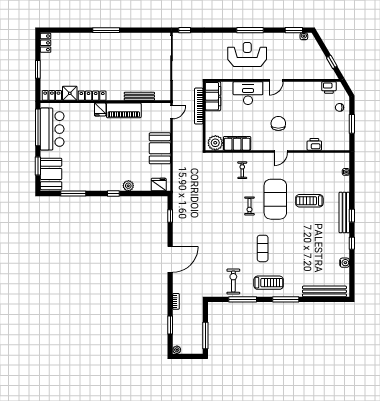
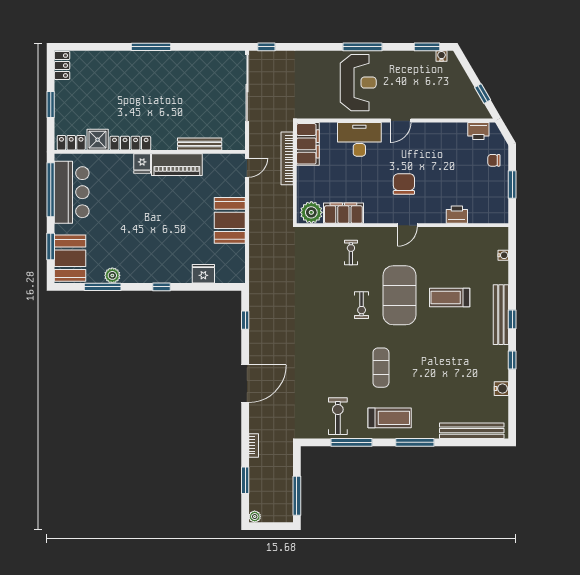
reception desk: (247, 54) -> (358, 83), turned 90
fridge: (159, 185) -> (203, 274), moved
plant: (128, 186) -> (112, 275), moved

